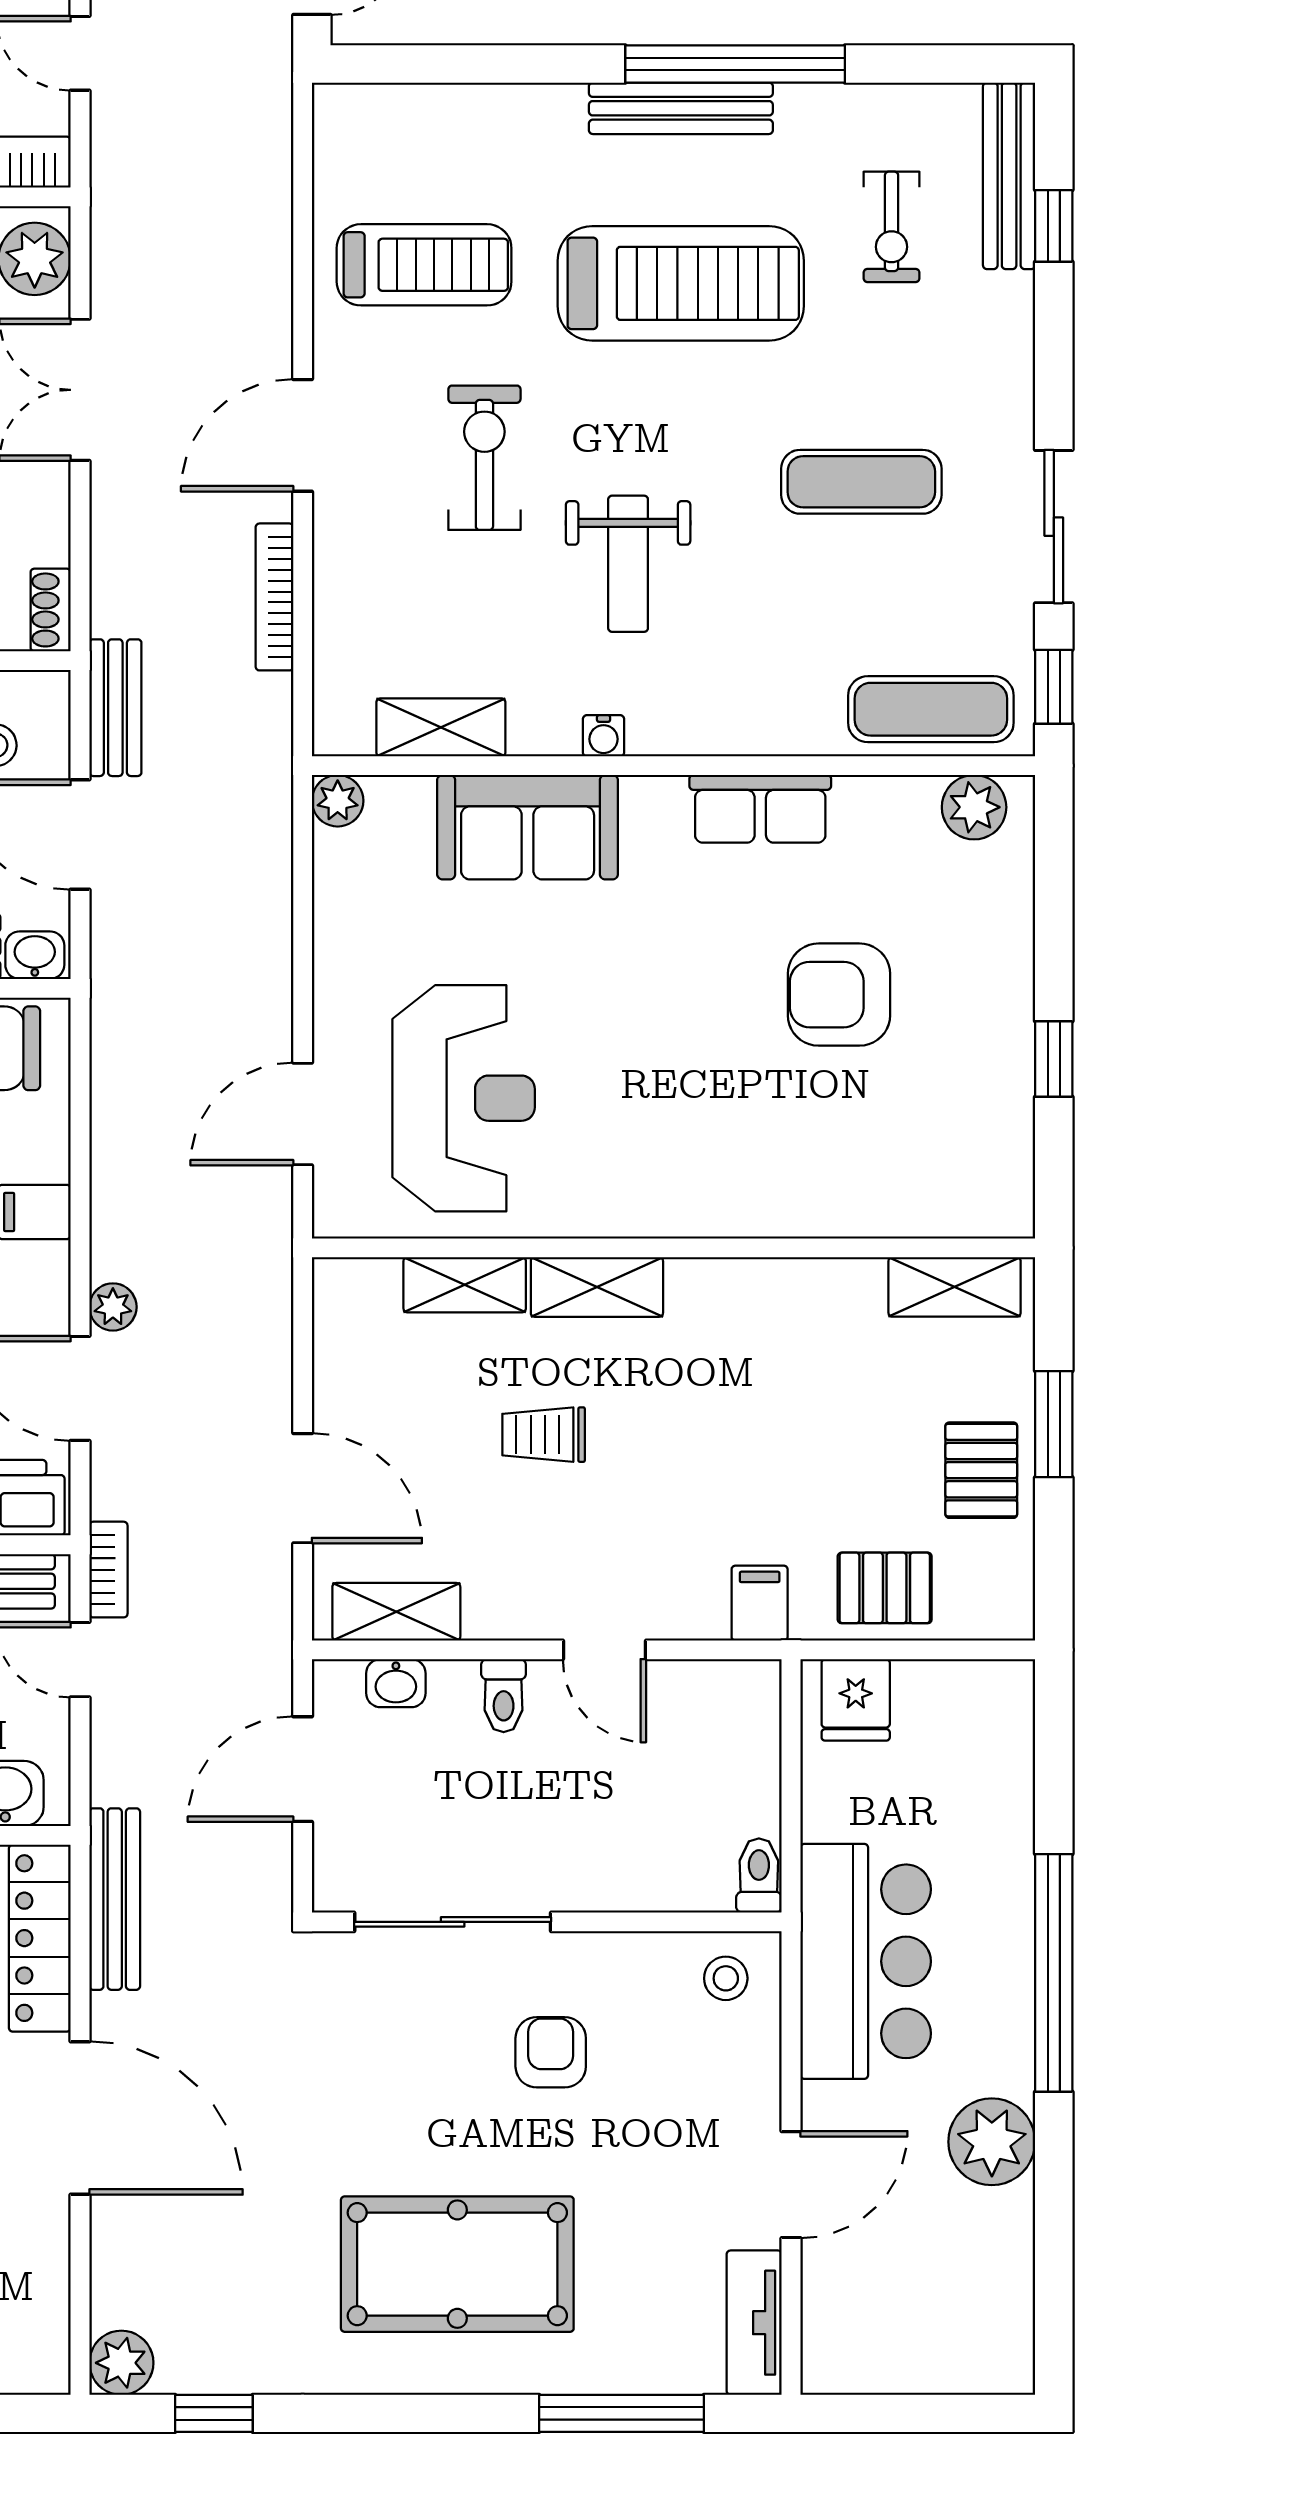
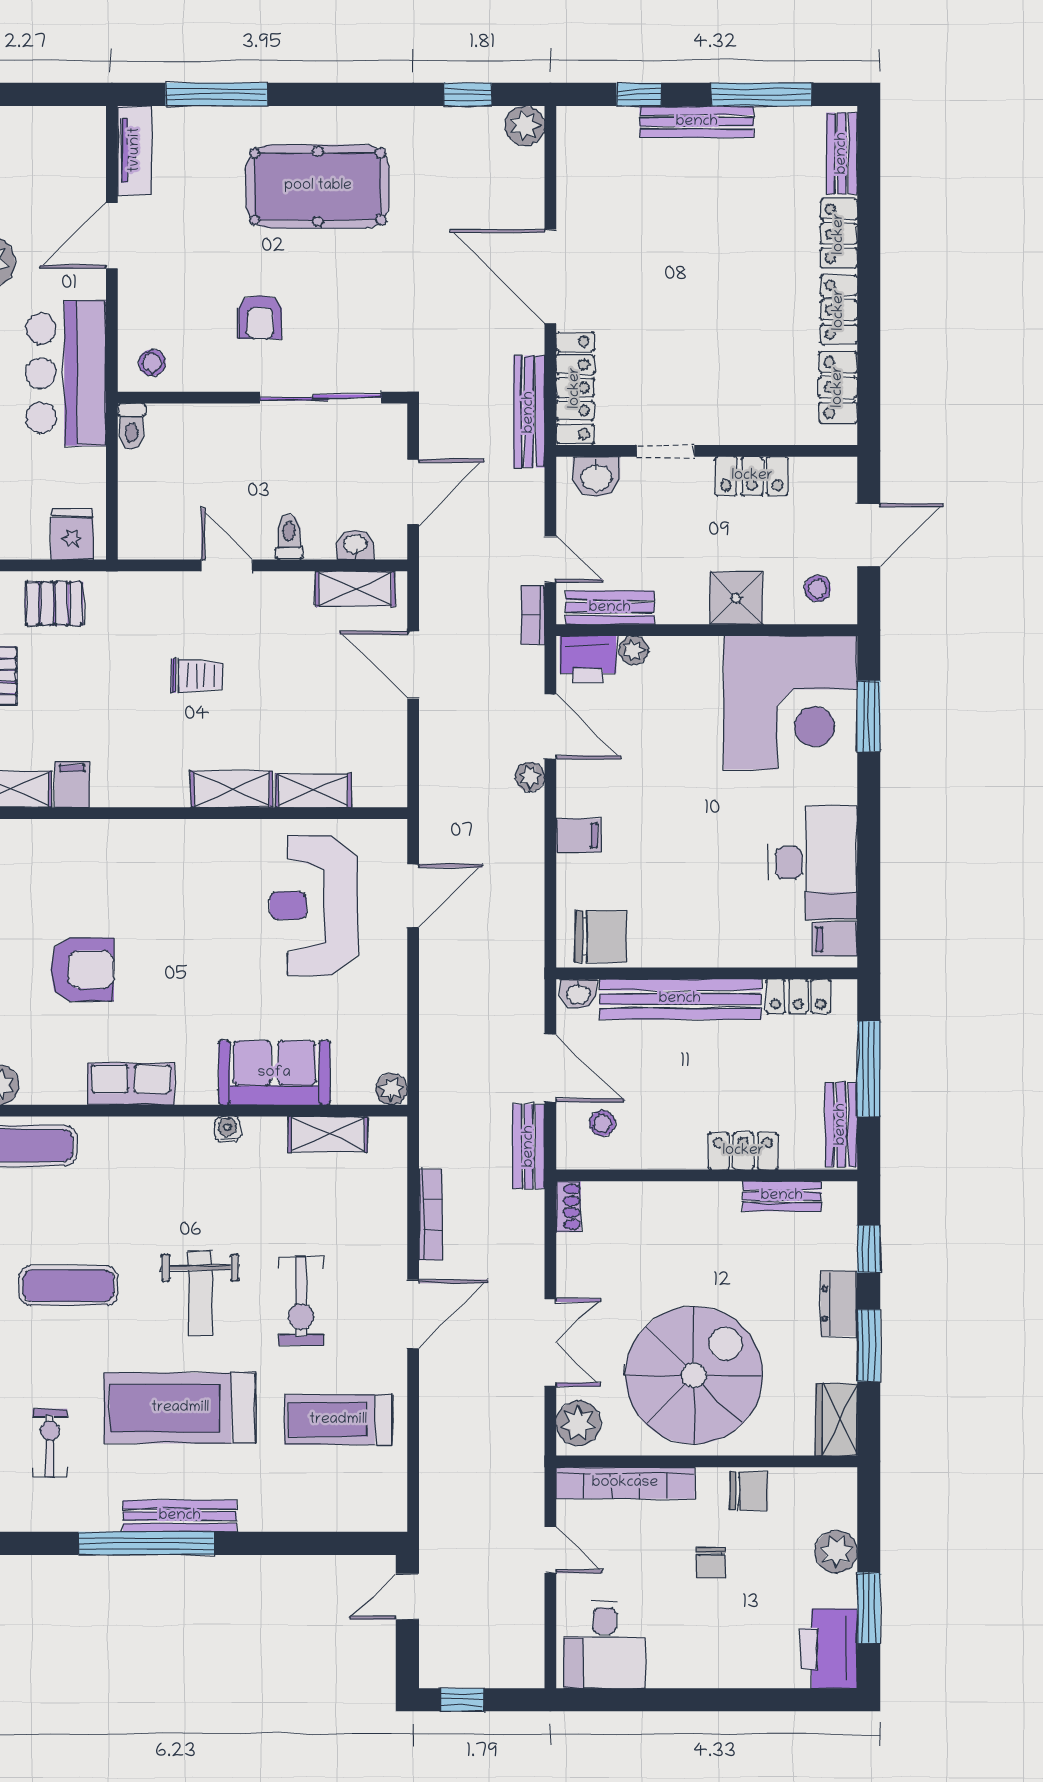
weight bench: (628, 564) -> (200, 1293), moved, turned 180
trolley: (544, 1435) -> (197, 676), moved
filing cabinet: (760, 1603) -> (72, 784), moved, turned 180

